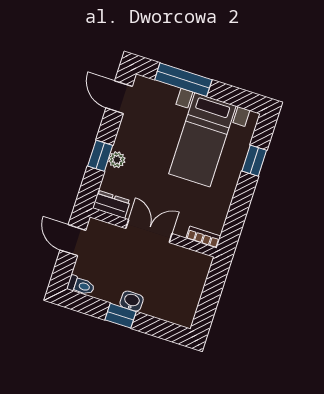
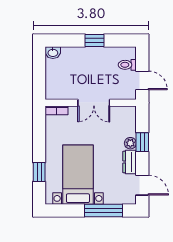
dresser: (111, 204) -> (130, 162), moved, turned 90
toilet: (81, 285) -> (127, 65), moved
washbasin: (132, 301) -> (53, 53), moved

